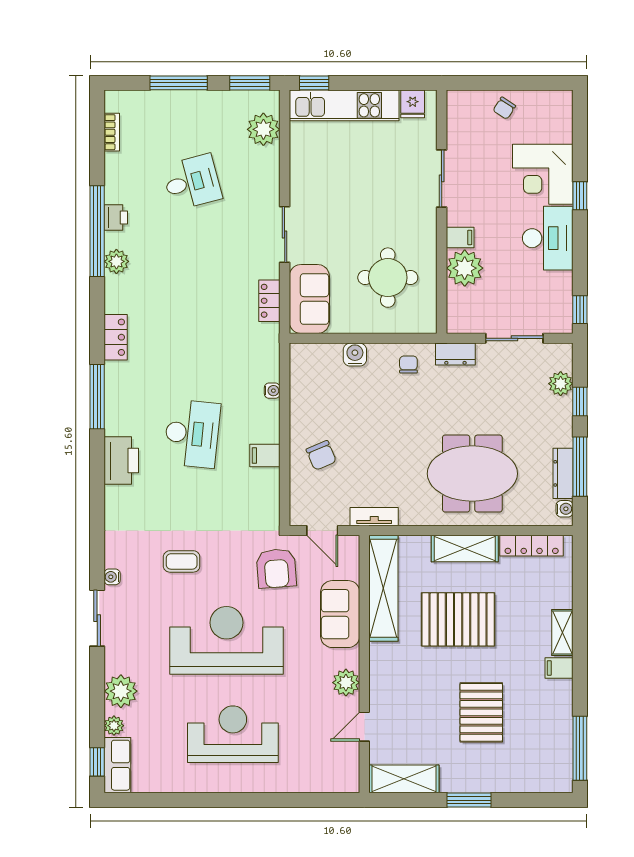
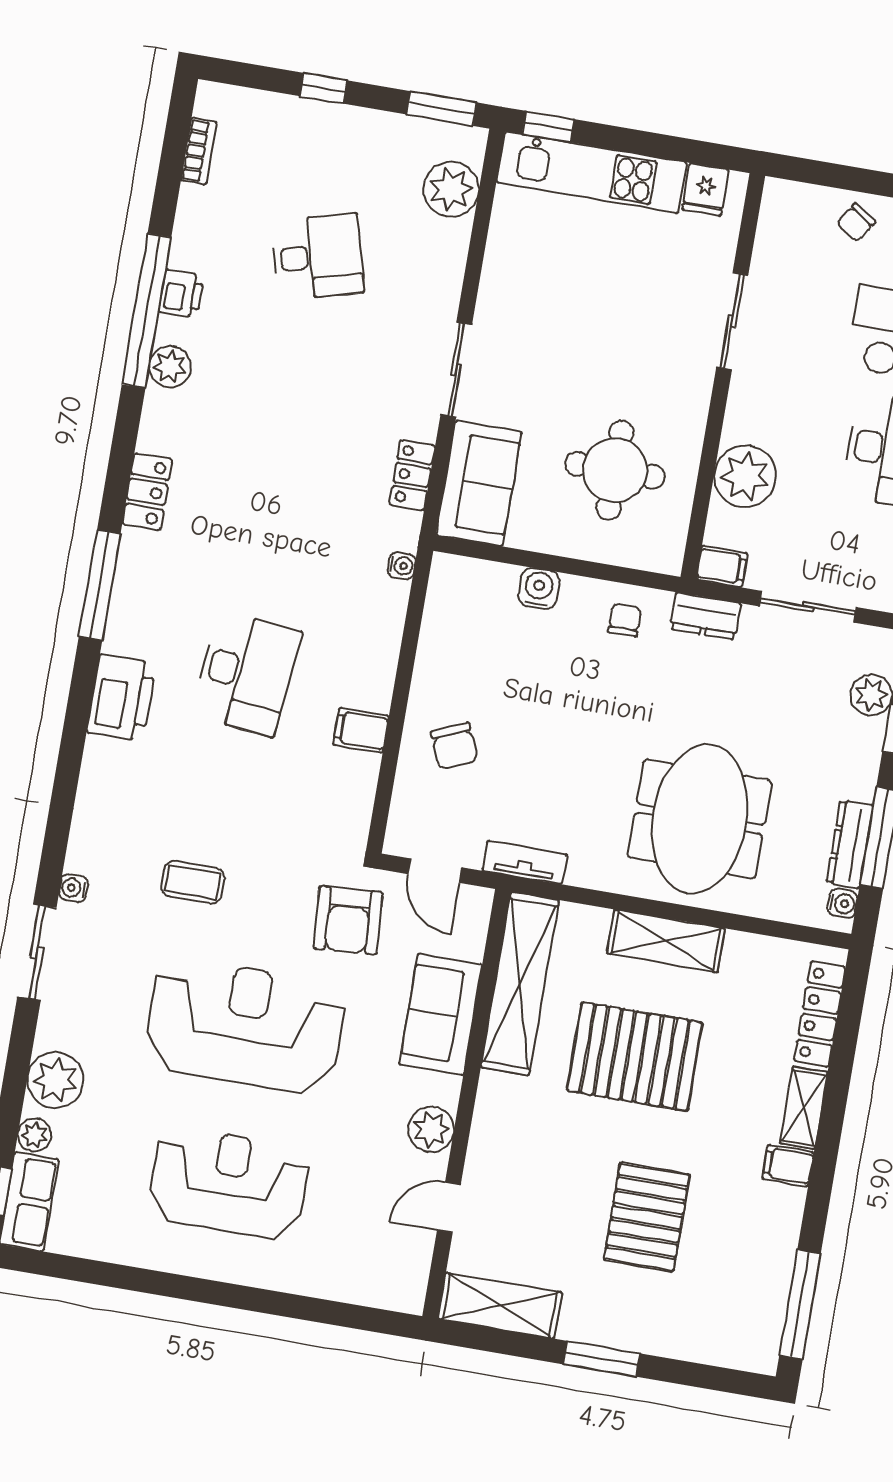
window: (179, 83) -> (324, 88), width x0.46
filing cabinet: (460, 237) -> (722, 566), moved
water cooler: (272, 391) -> (402, 566), moved
meeting table: (472, 474) -> (700, 819), turned 90
locker: (532, 546) -> (820, 1014), moved, turned 90

